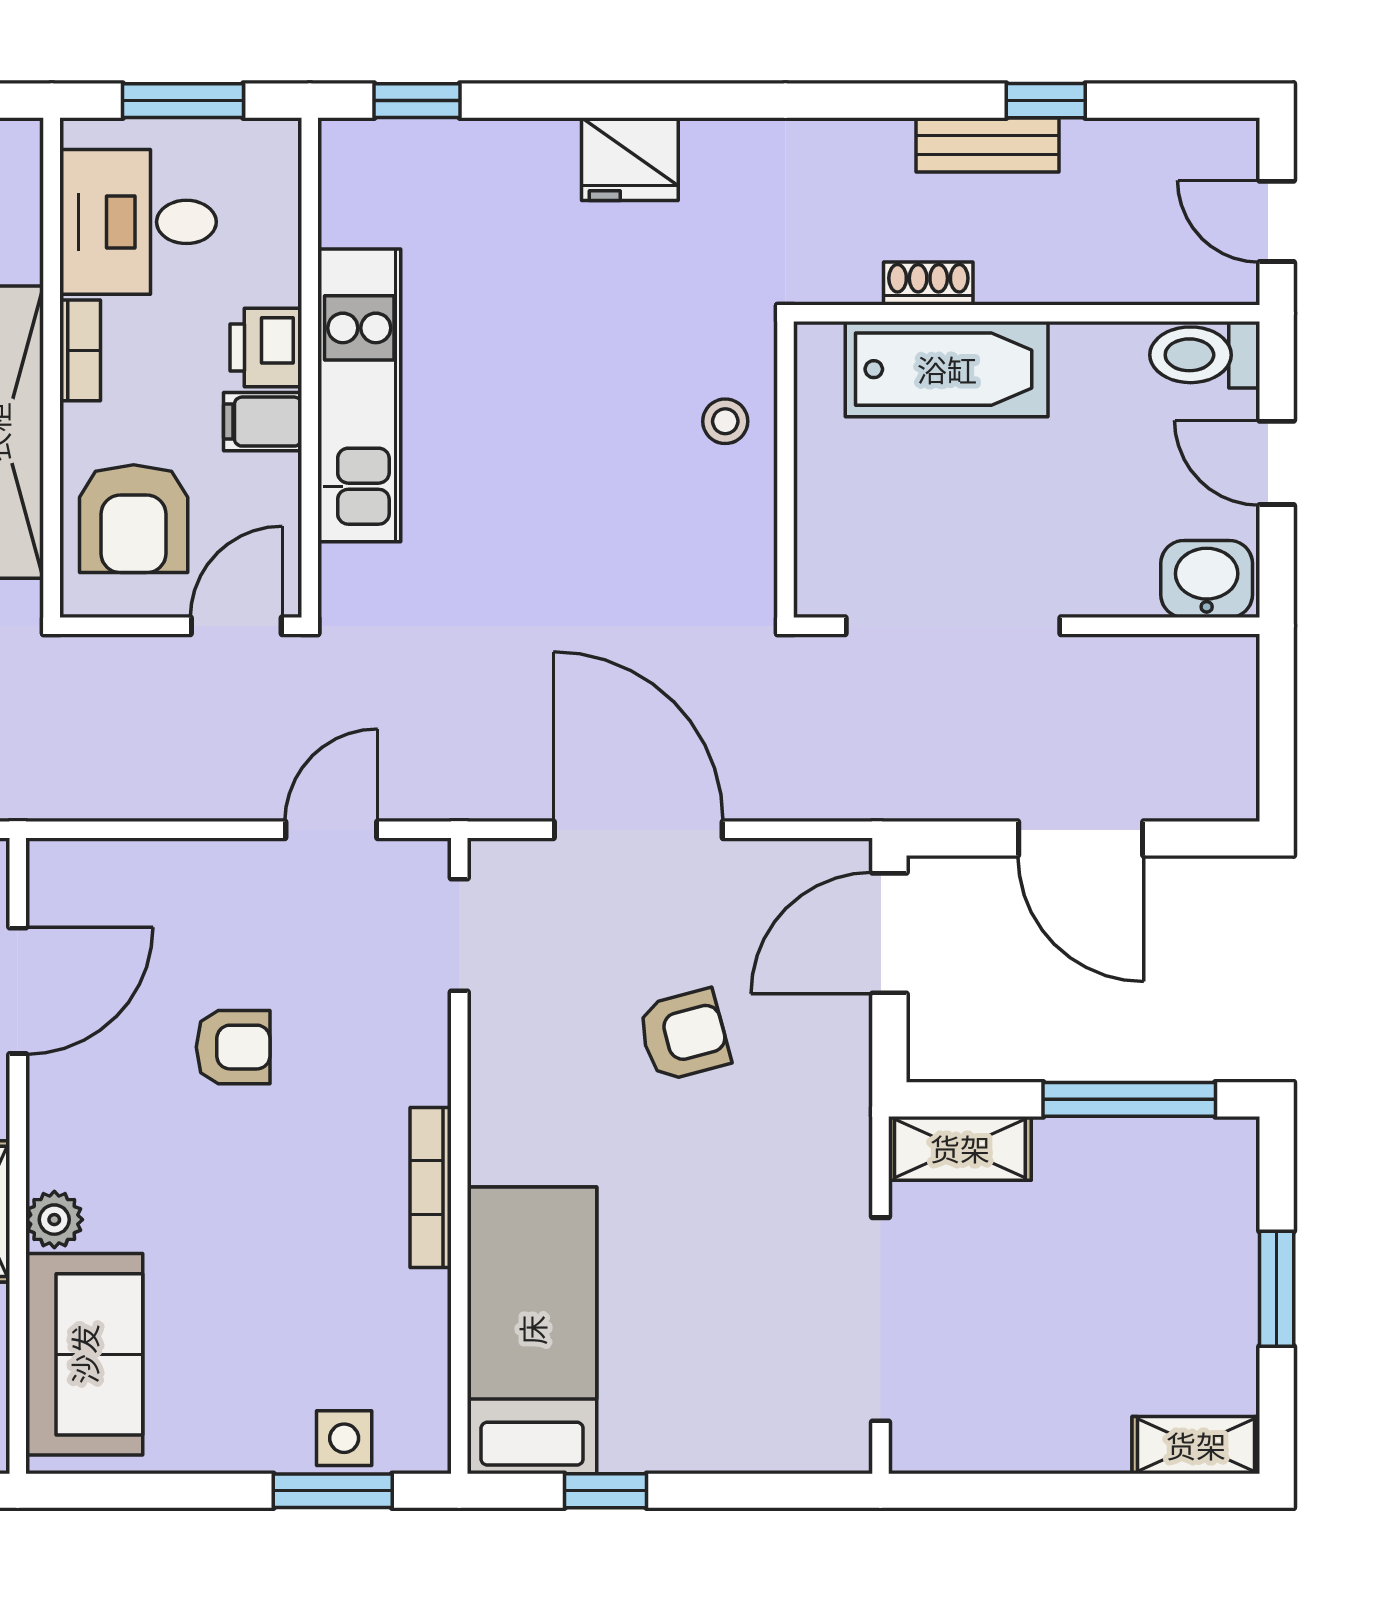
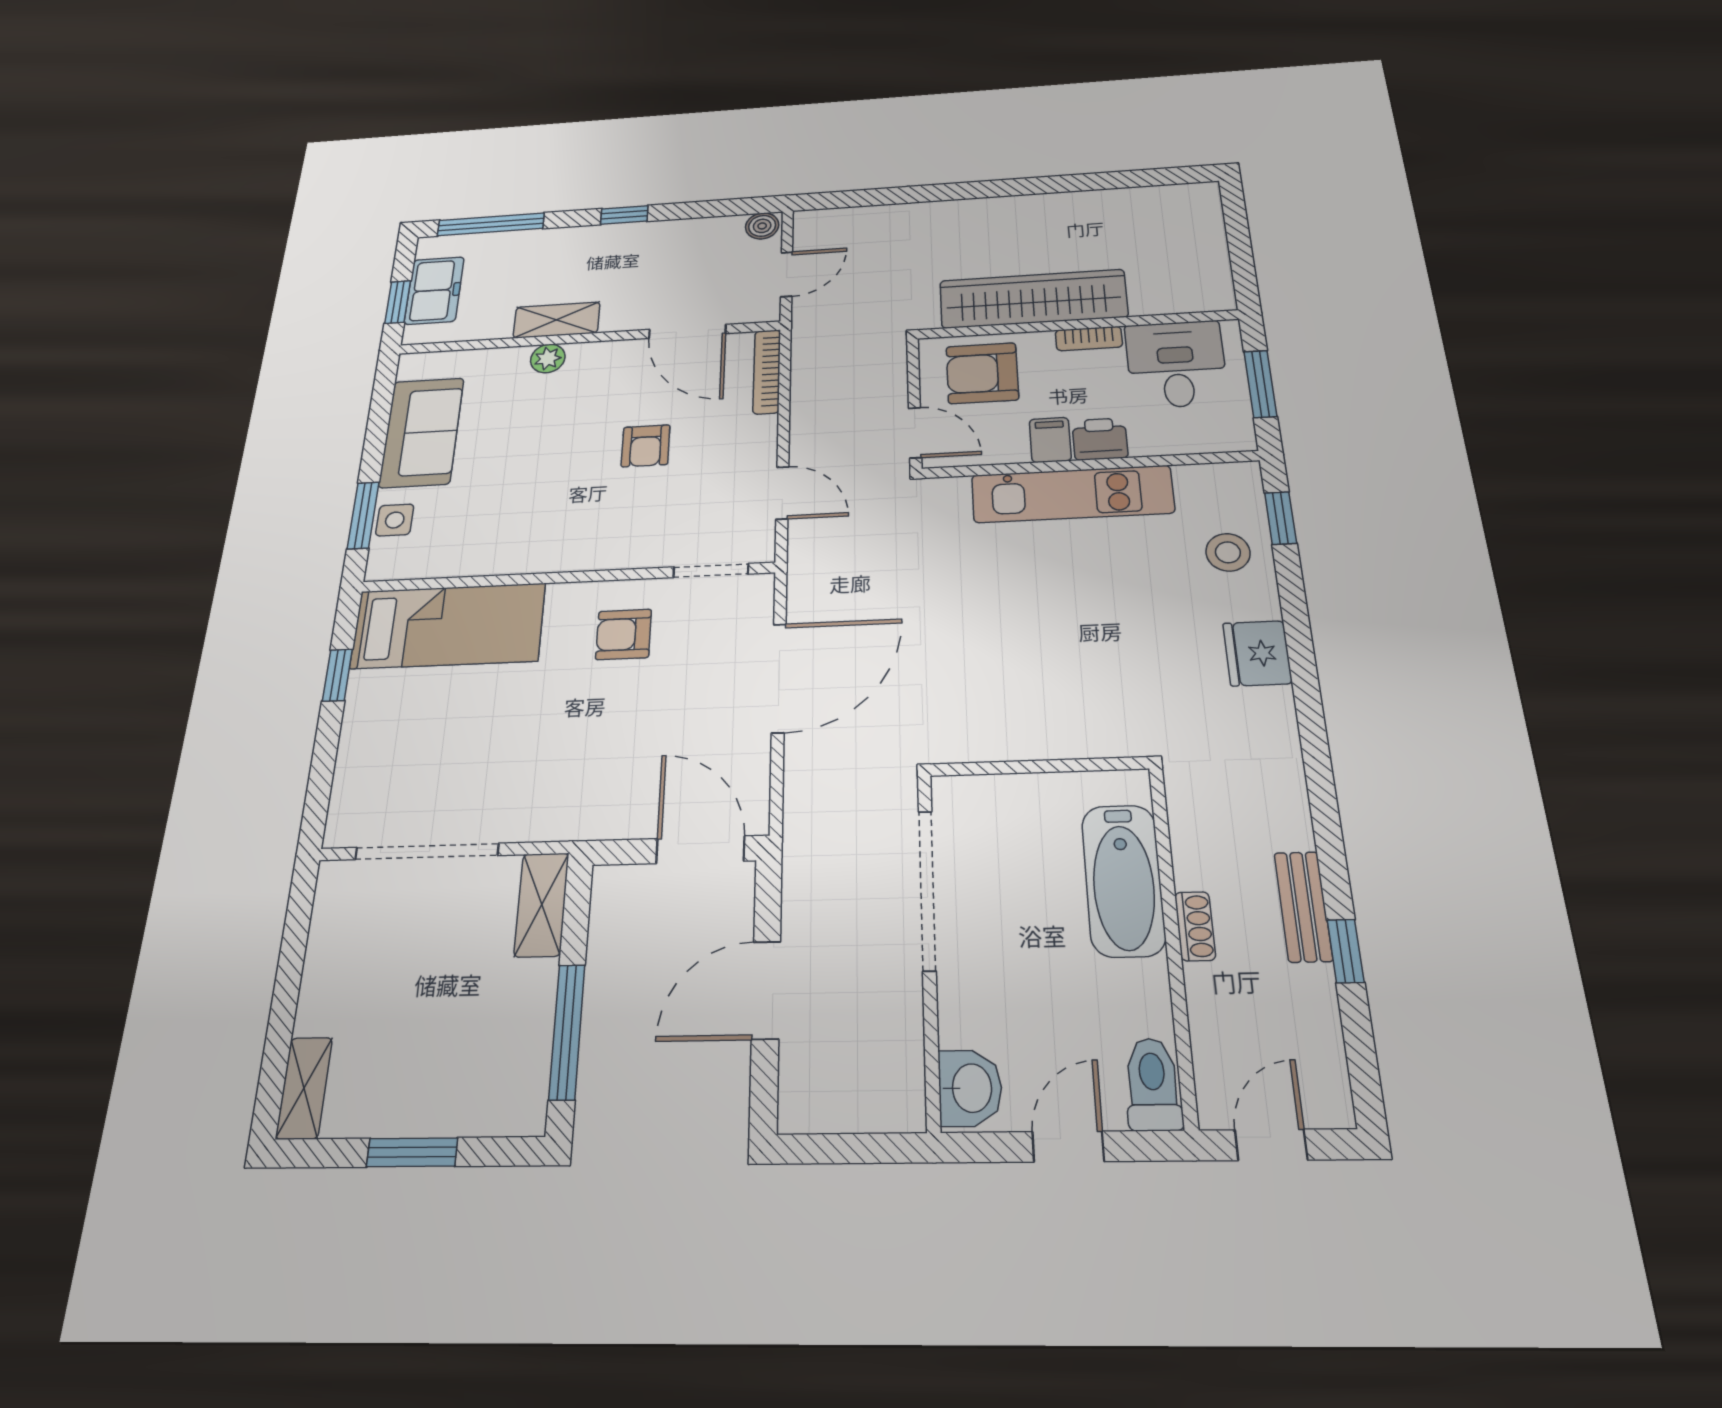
shoe rack: (928, 283) -> (1195, 926), moved
stool: (725, 421) -> (1228, 552), moved, width x1.37, depth x1.37
armchair: (684, 1035) -> (624, 634), moved, turned 105
bookcase: (431, 1188) -> (767, 372), moved, turned -90
sofa: (84, 1354) -> (422, 432), moved, turned -90

